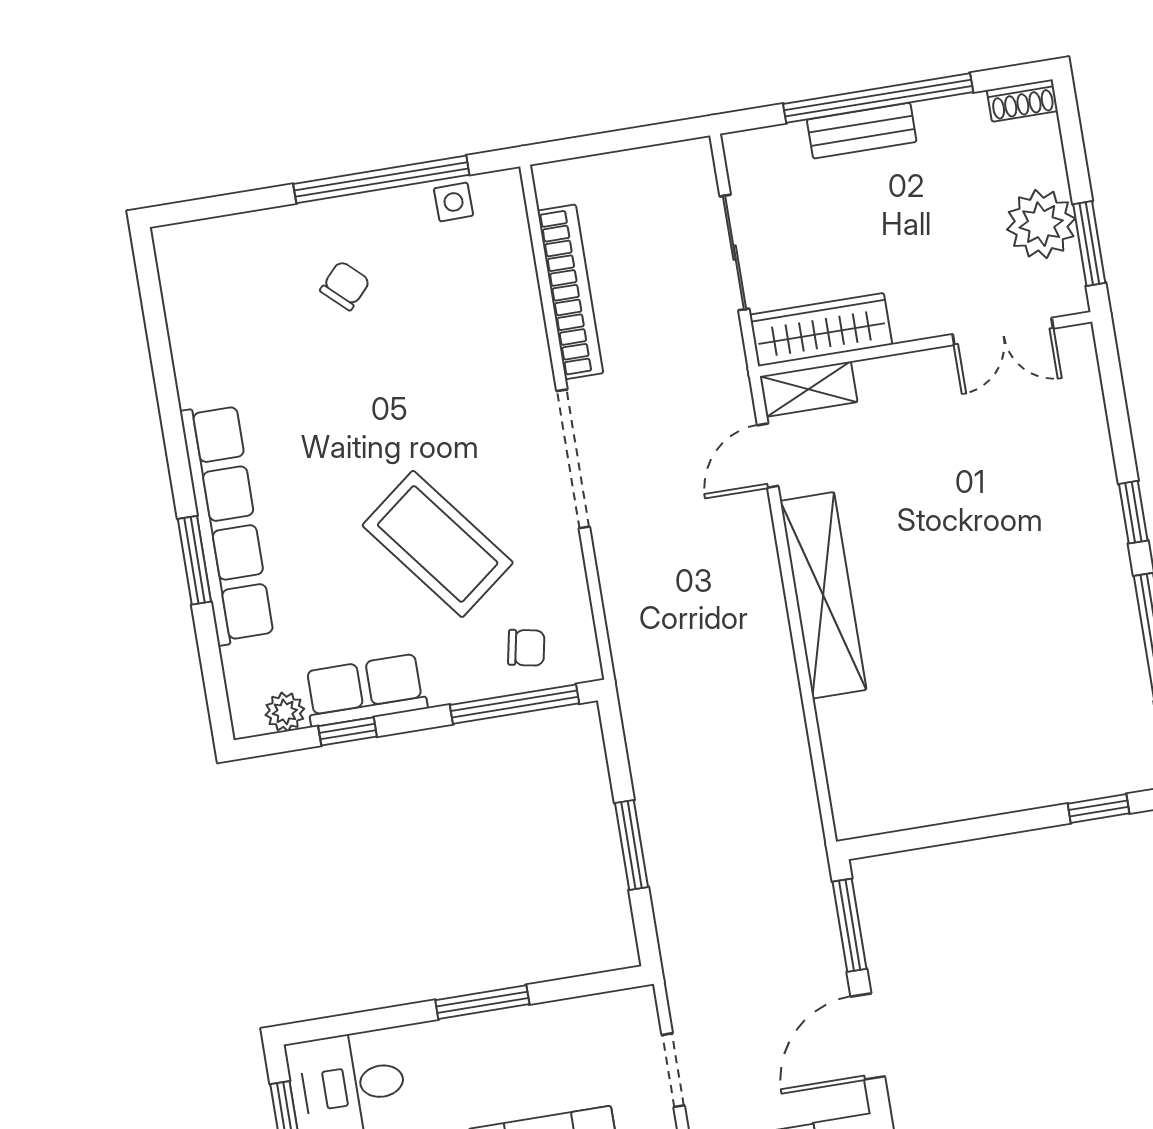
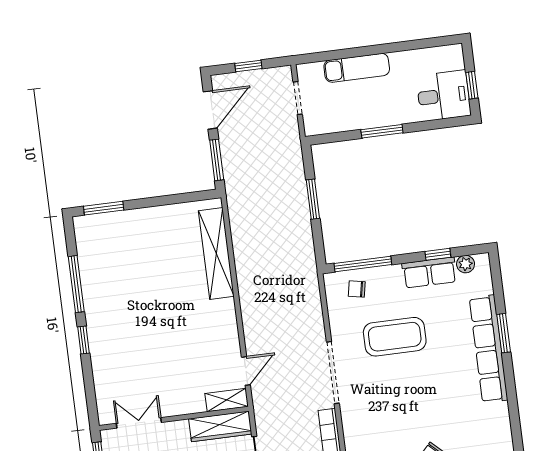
coffee table: (438, 544) -> (395, 337), turned -52
shelving: (823, 595) -> (216, 253), moved
window: (1098, 809) -> (104, 208), width x1.50

